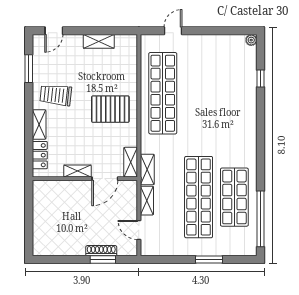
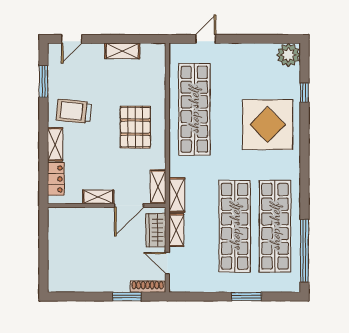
plant: (251, 40) -> (288, 55), width x1.87, depth x1.87
display table: (228, 107) -> (268, 125), added
pallet: (110, 109) -> (135, 127), turned 90
shop shelf: (234, 197) -> (275, 226), width x1.40
wardrobe: (129, 201) -> (156, 230), added
shoe rack: (101, 251) -> (148, 287), moved

